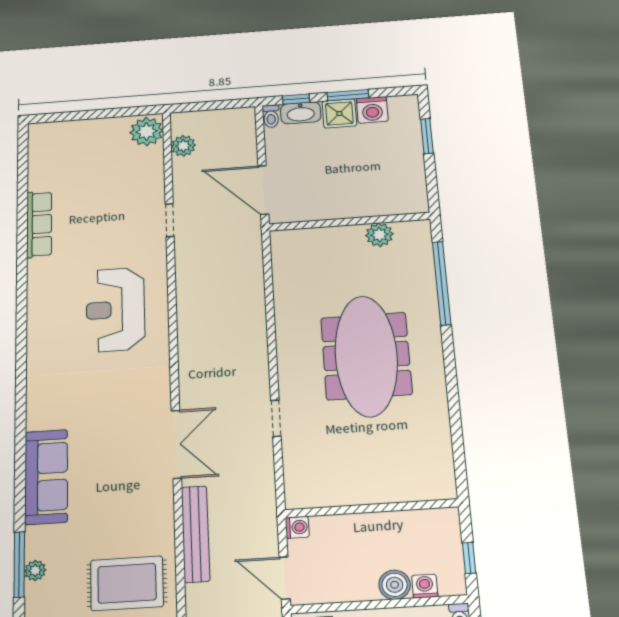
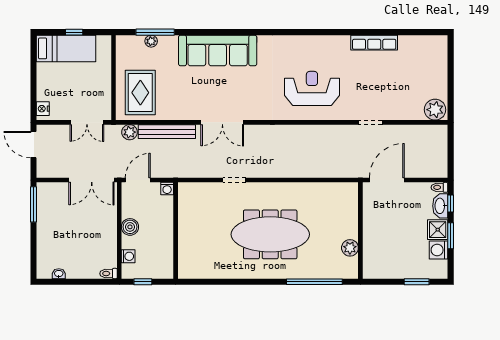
plant: (183, 146) -> (130, 132), moved
sofa: (46, 477) -> (218, 50), width x1.36, depth x1.27
boiler: (395, 585) -> (130, 227), moved

